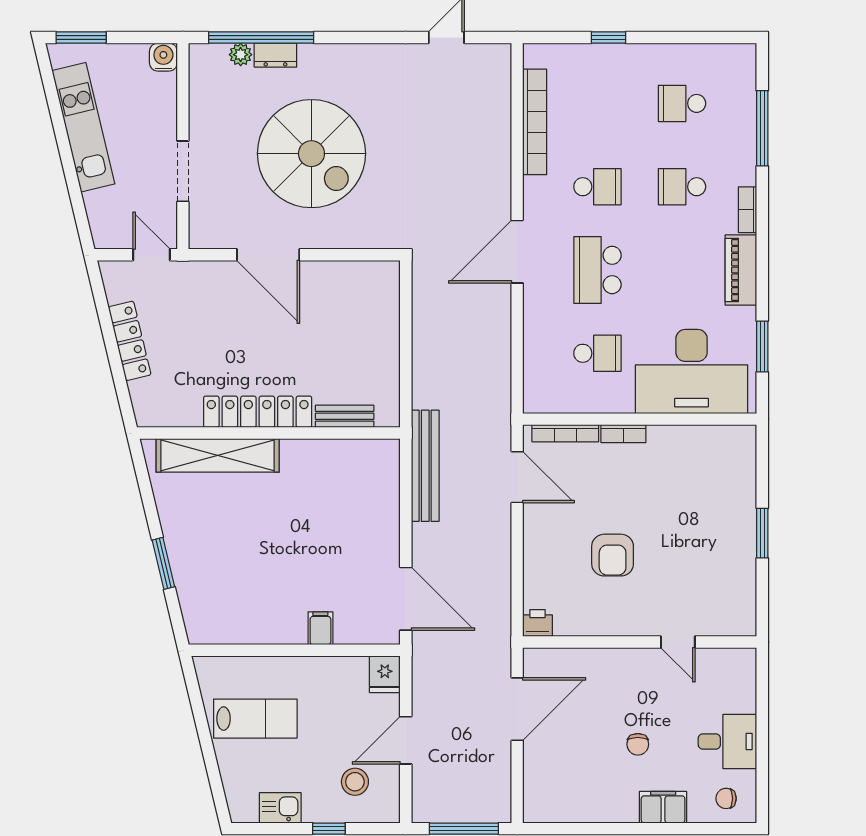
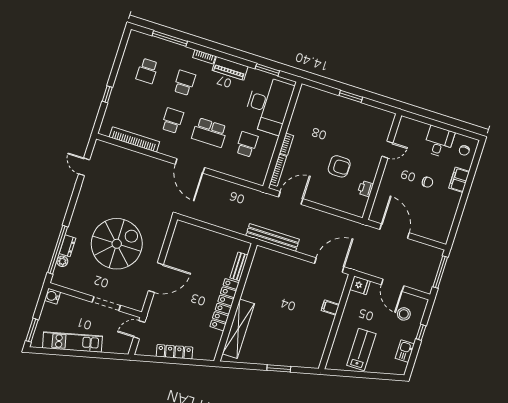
school desk: (682, 187) -> (184, 83), turned 180
printer: (537, 623) -> (366, 189), moved

